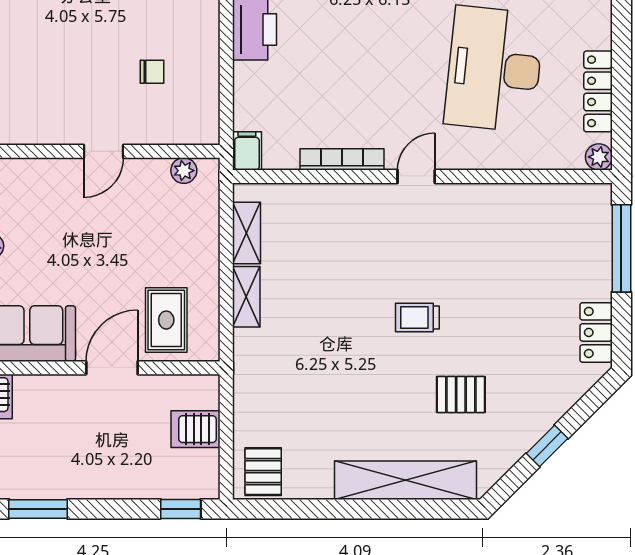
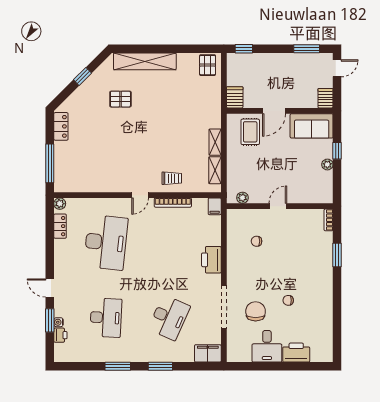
locker: (598, 91) -> (60, 226), width x0.66
trolley: (417, 317) -> (172, 178), moved
server rack: (196, 429) -> (235, 97), moved, turned -90

